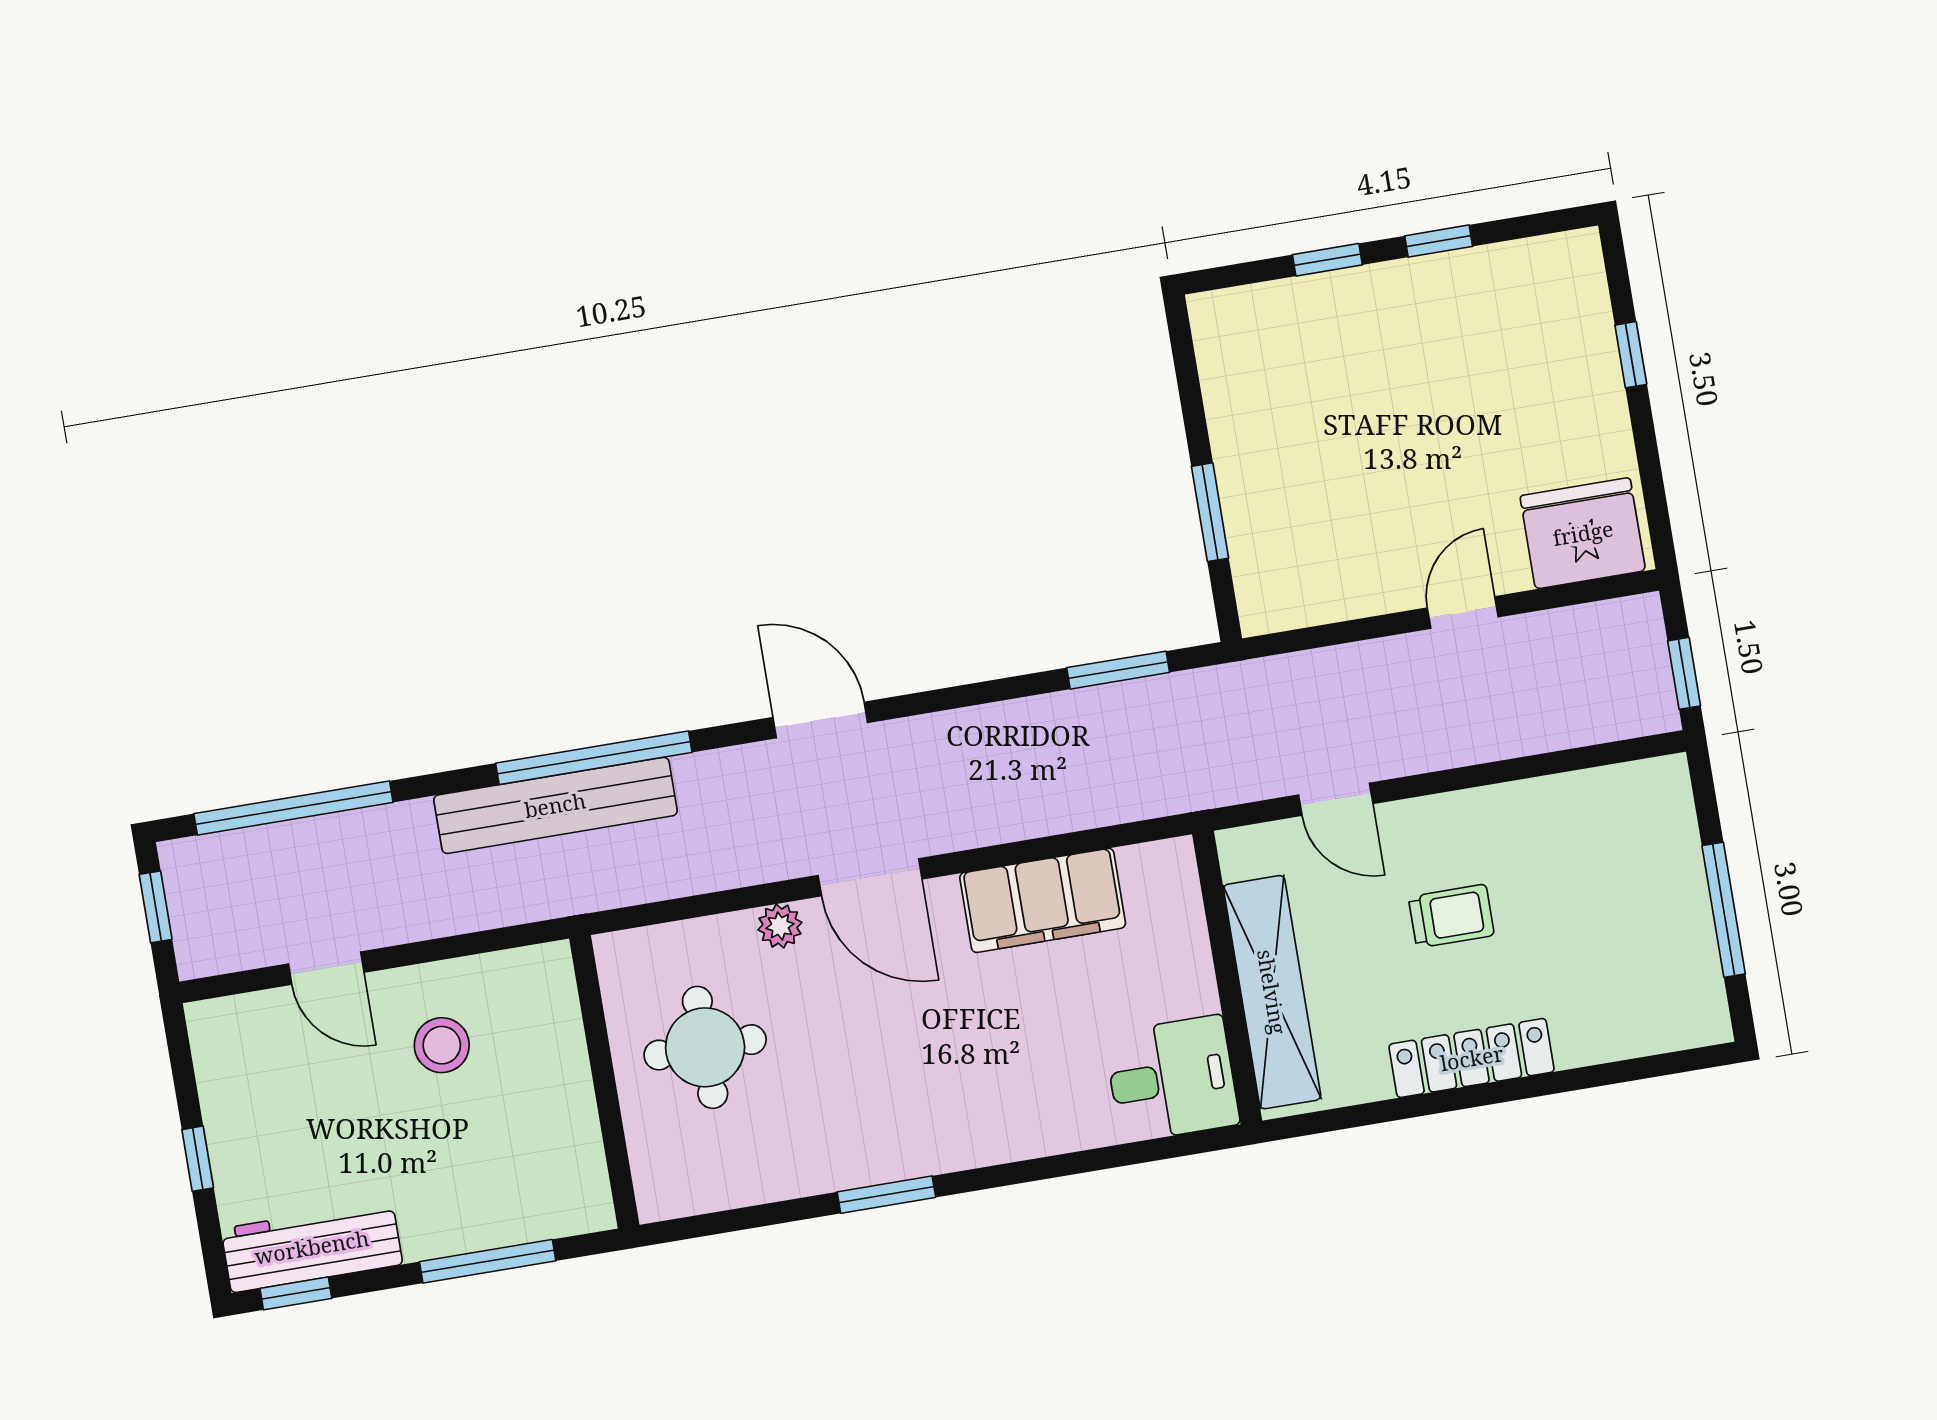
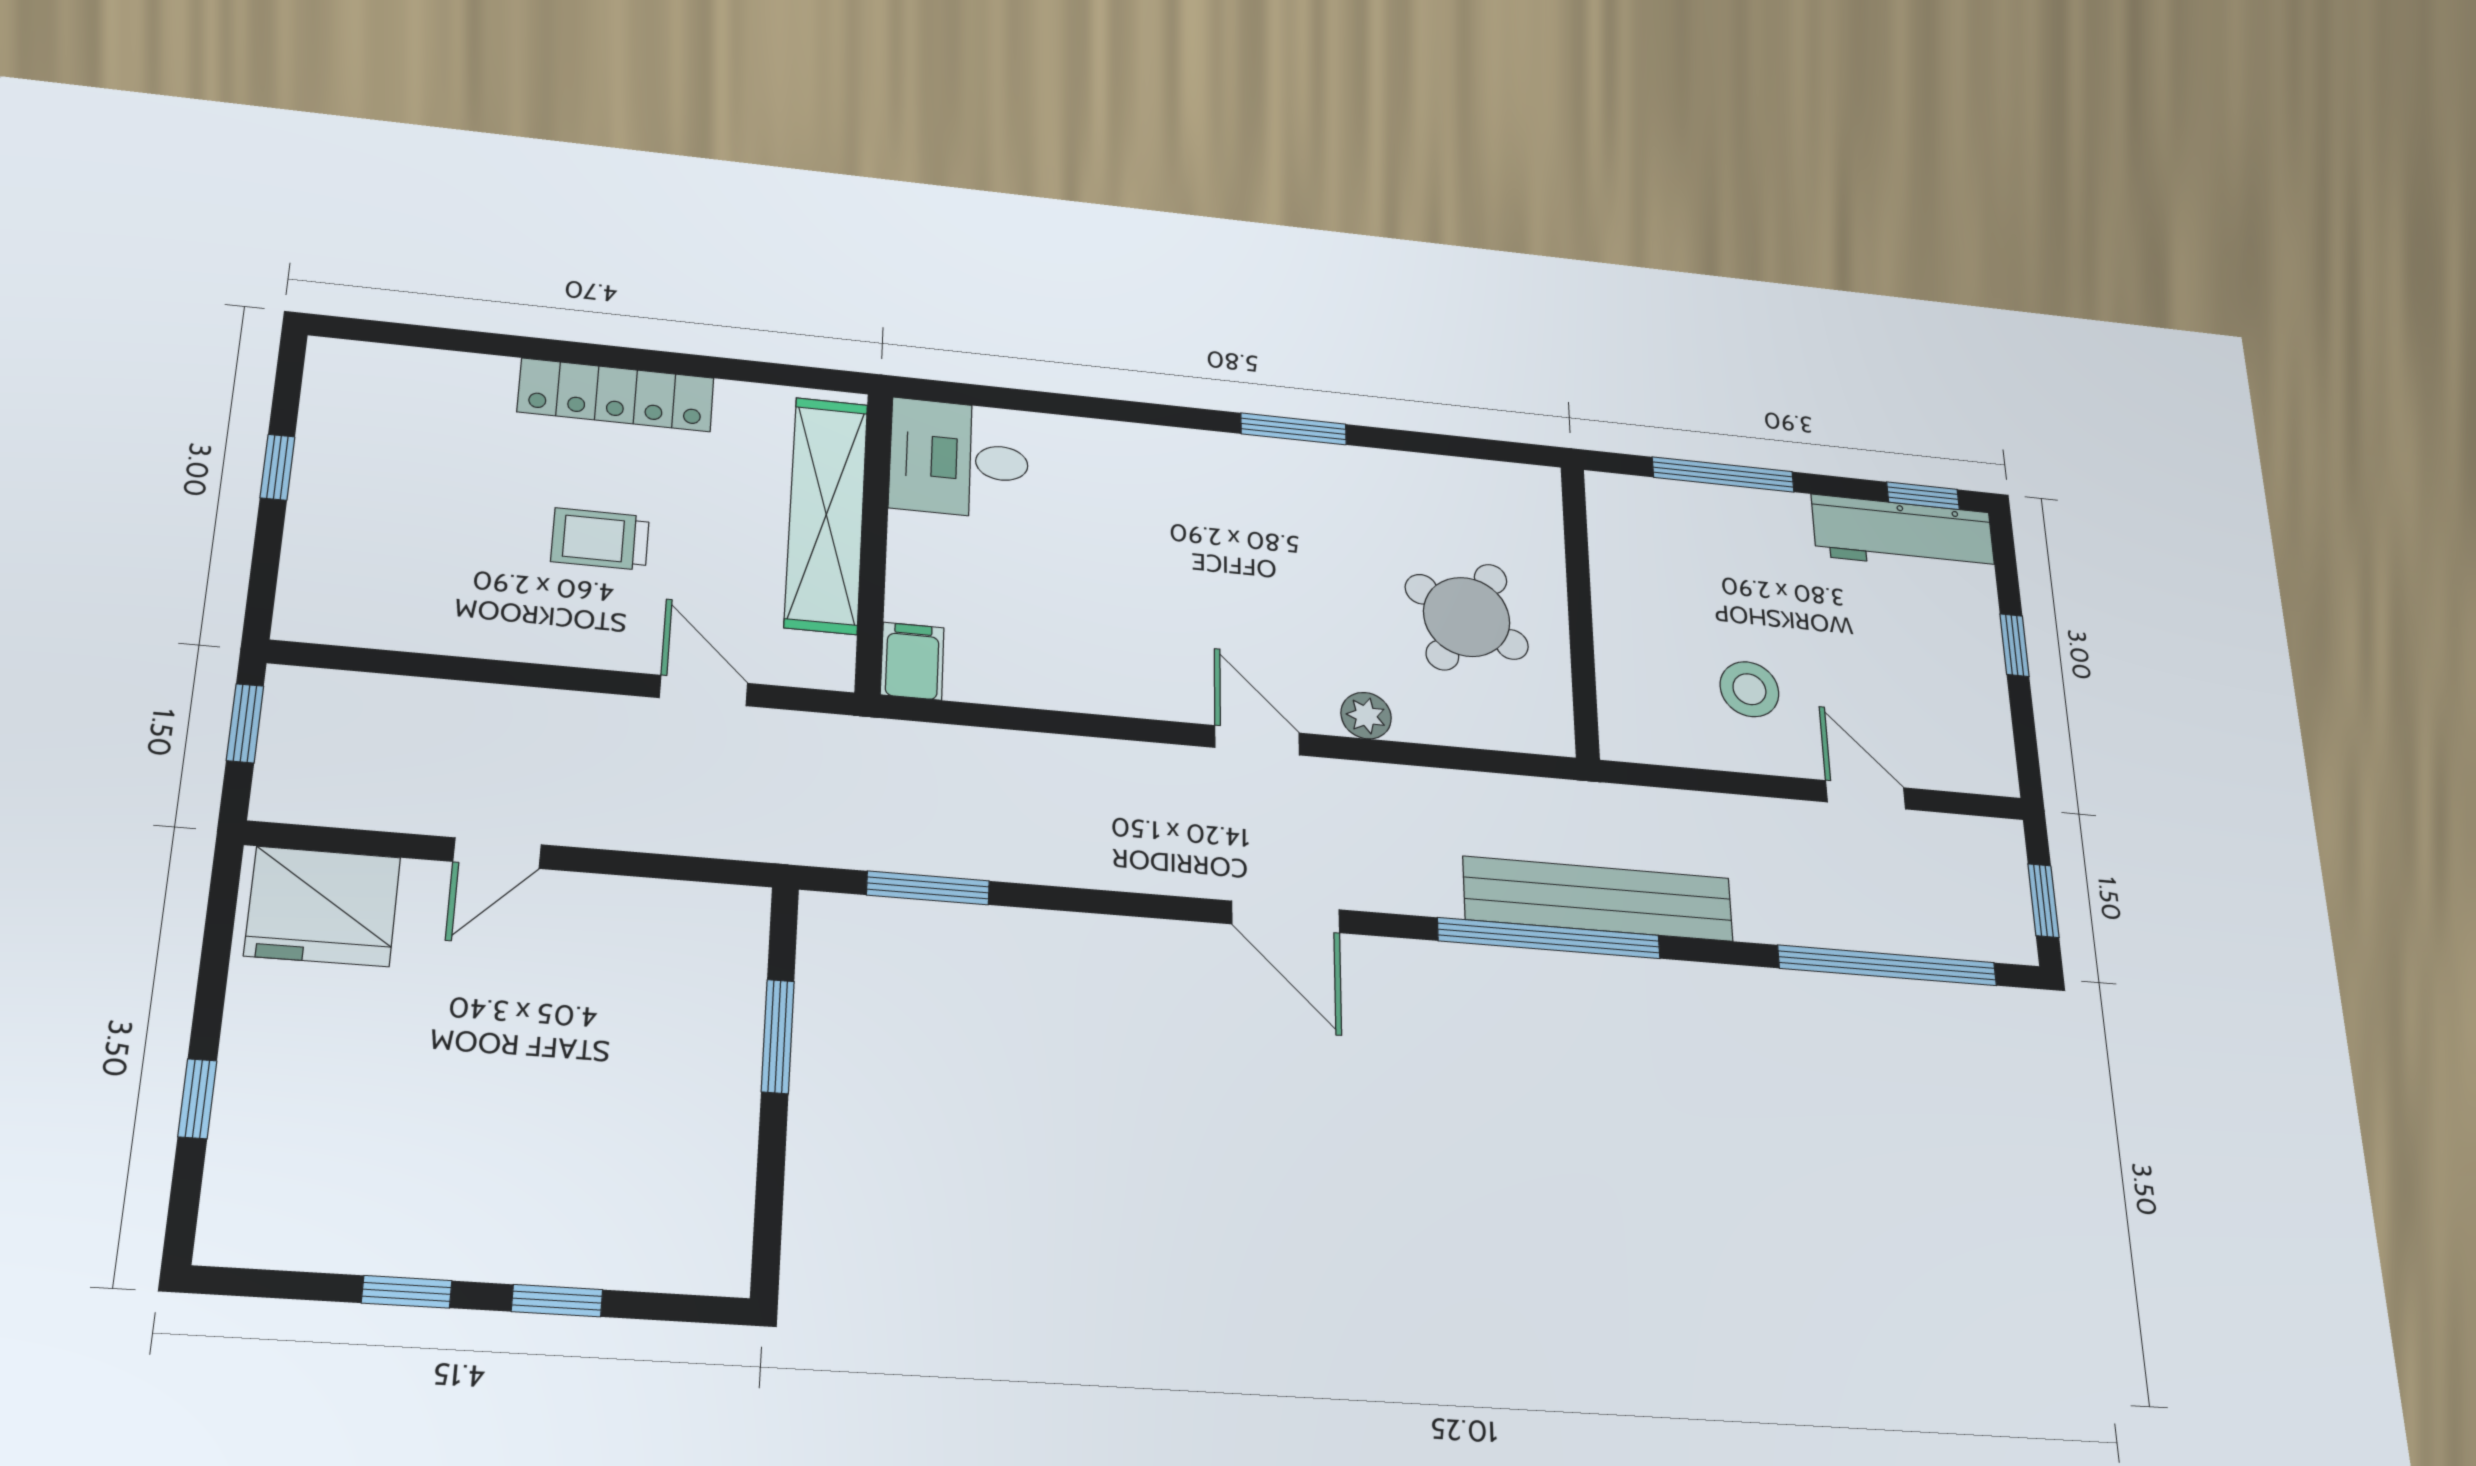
door: (870, 877) -> (1257, 740), width x0.73
filing cabinet: (1043, 900) -> (912, 661), moved, width x0.33, depth x0.86
window: (1724, 910) -> (277, 467), width x0.46
round table: (705, 1047) -> (1467, 617), turned 30

